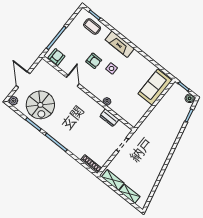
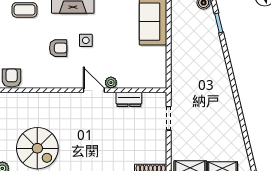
door: (73, 81) -> (94, 90), moved

